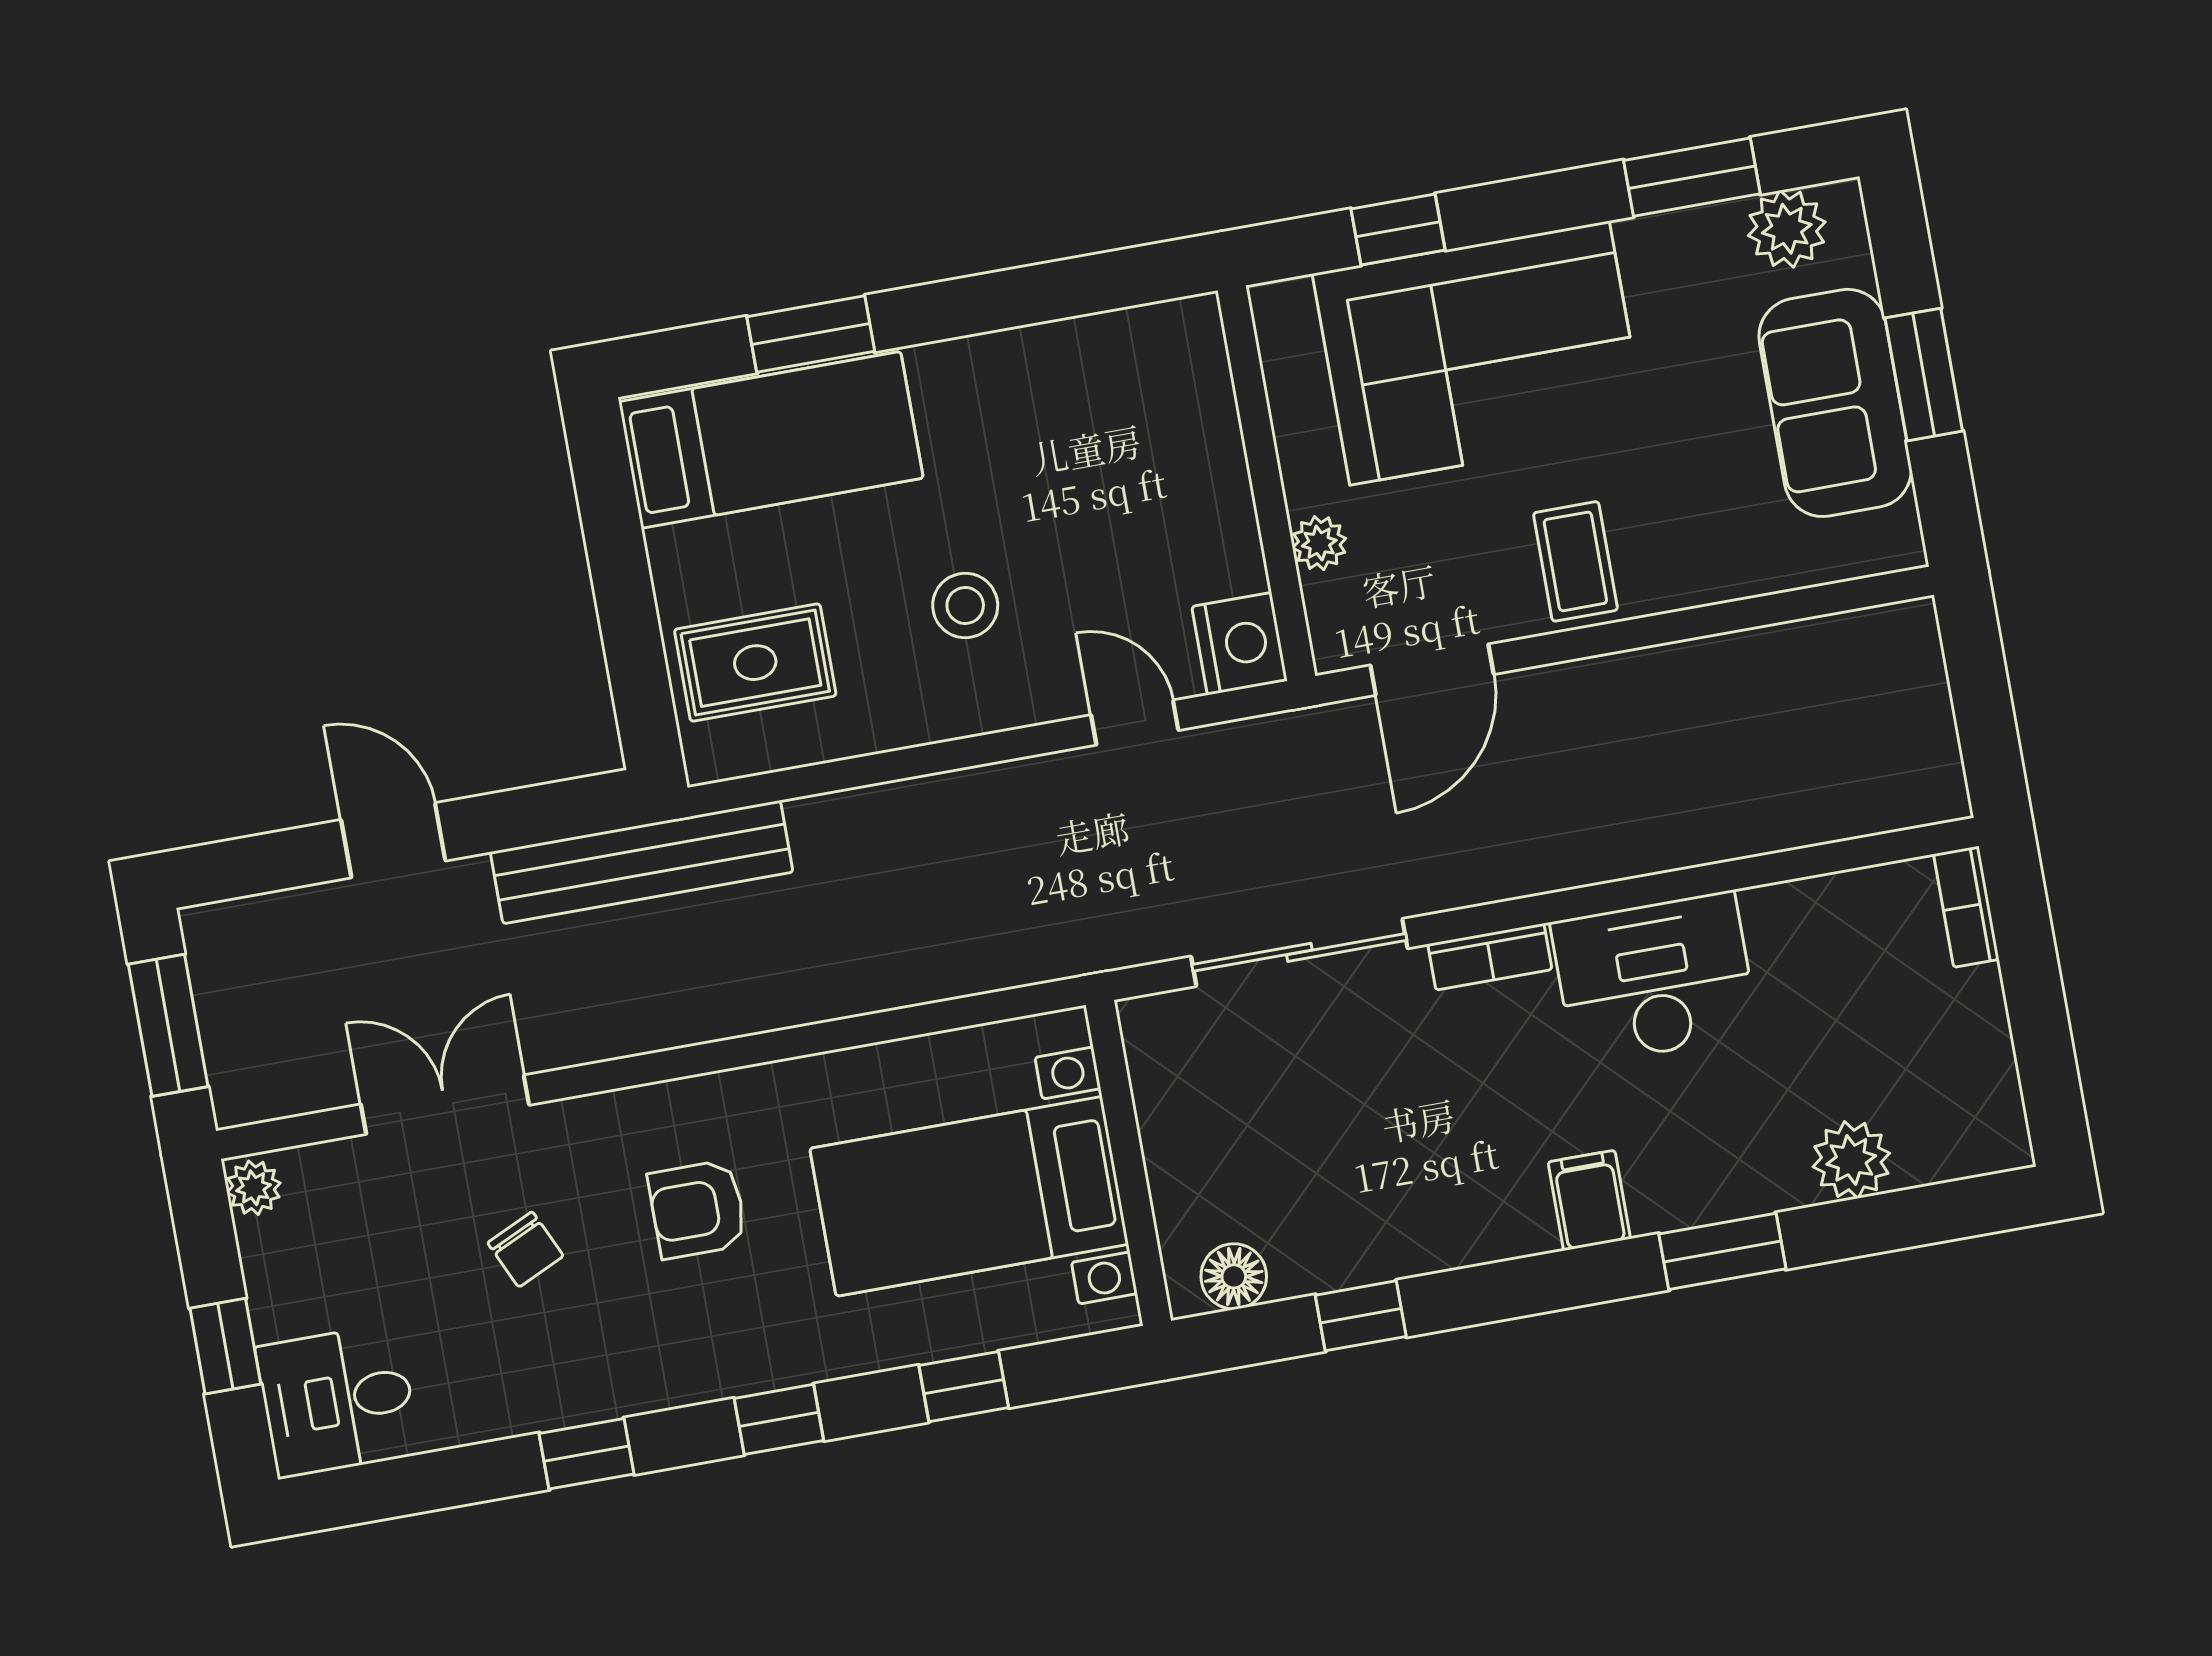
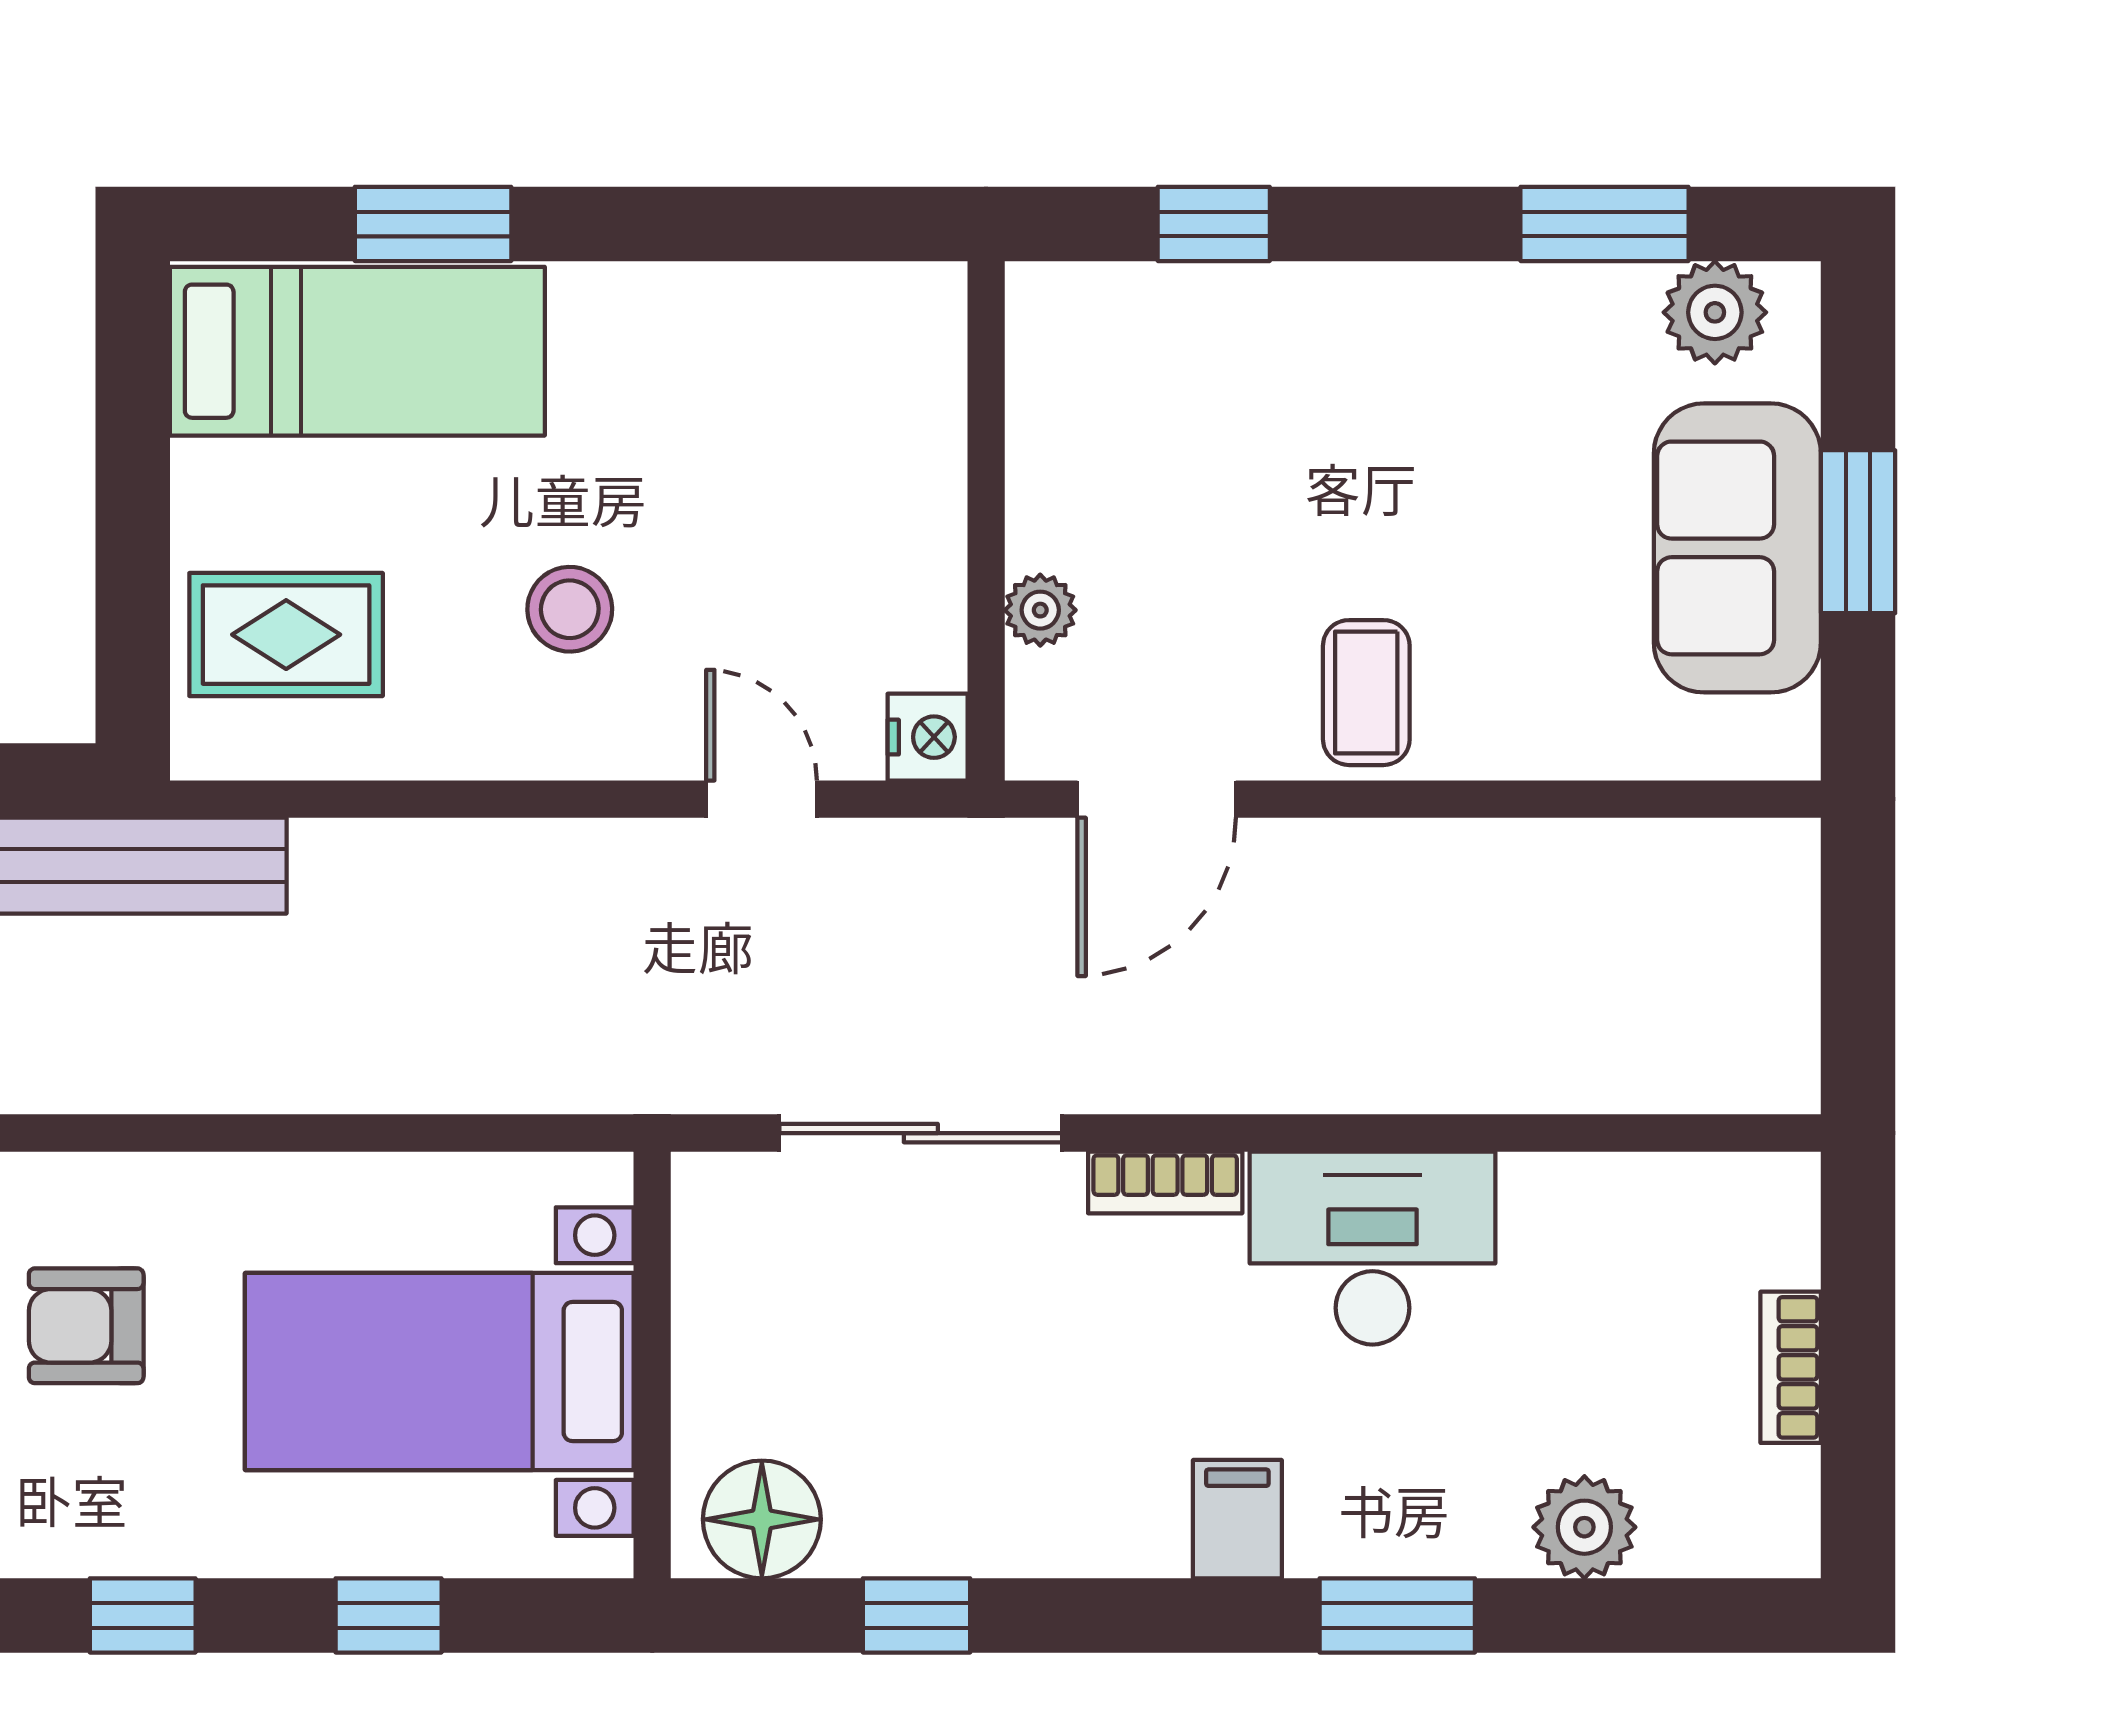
corner sofa: (1479, 353) -> (1290, 402), removed
nightstand: (1240, 644) -> (928, 737), width x0.74, depth x0.75
bookcase: (1966, 907) -> (1791, 1367), moved
floor lamp: (1234, 1276) -> (762, 1519), width x1.38, depth x1.38

